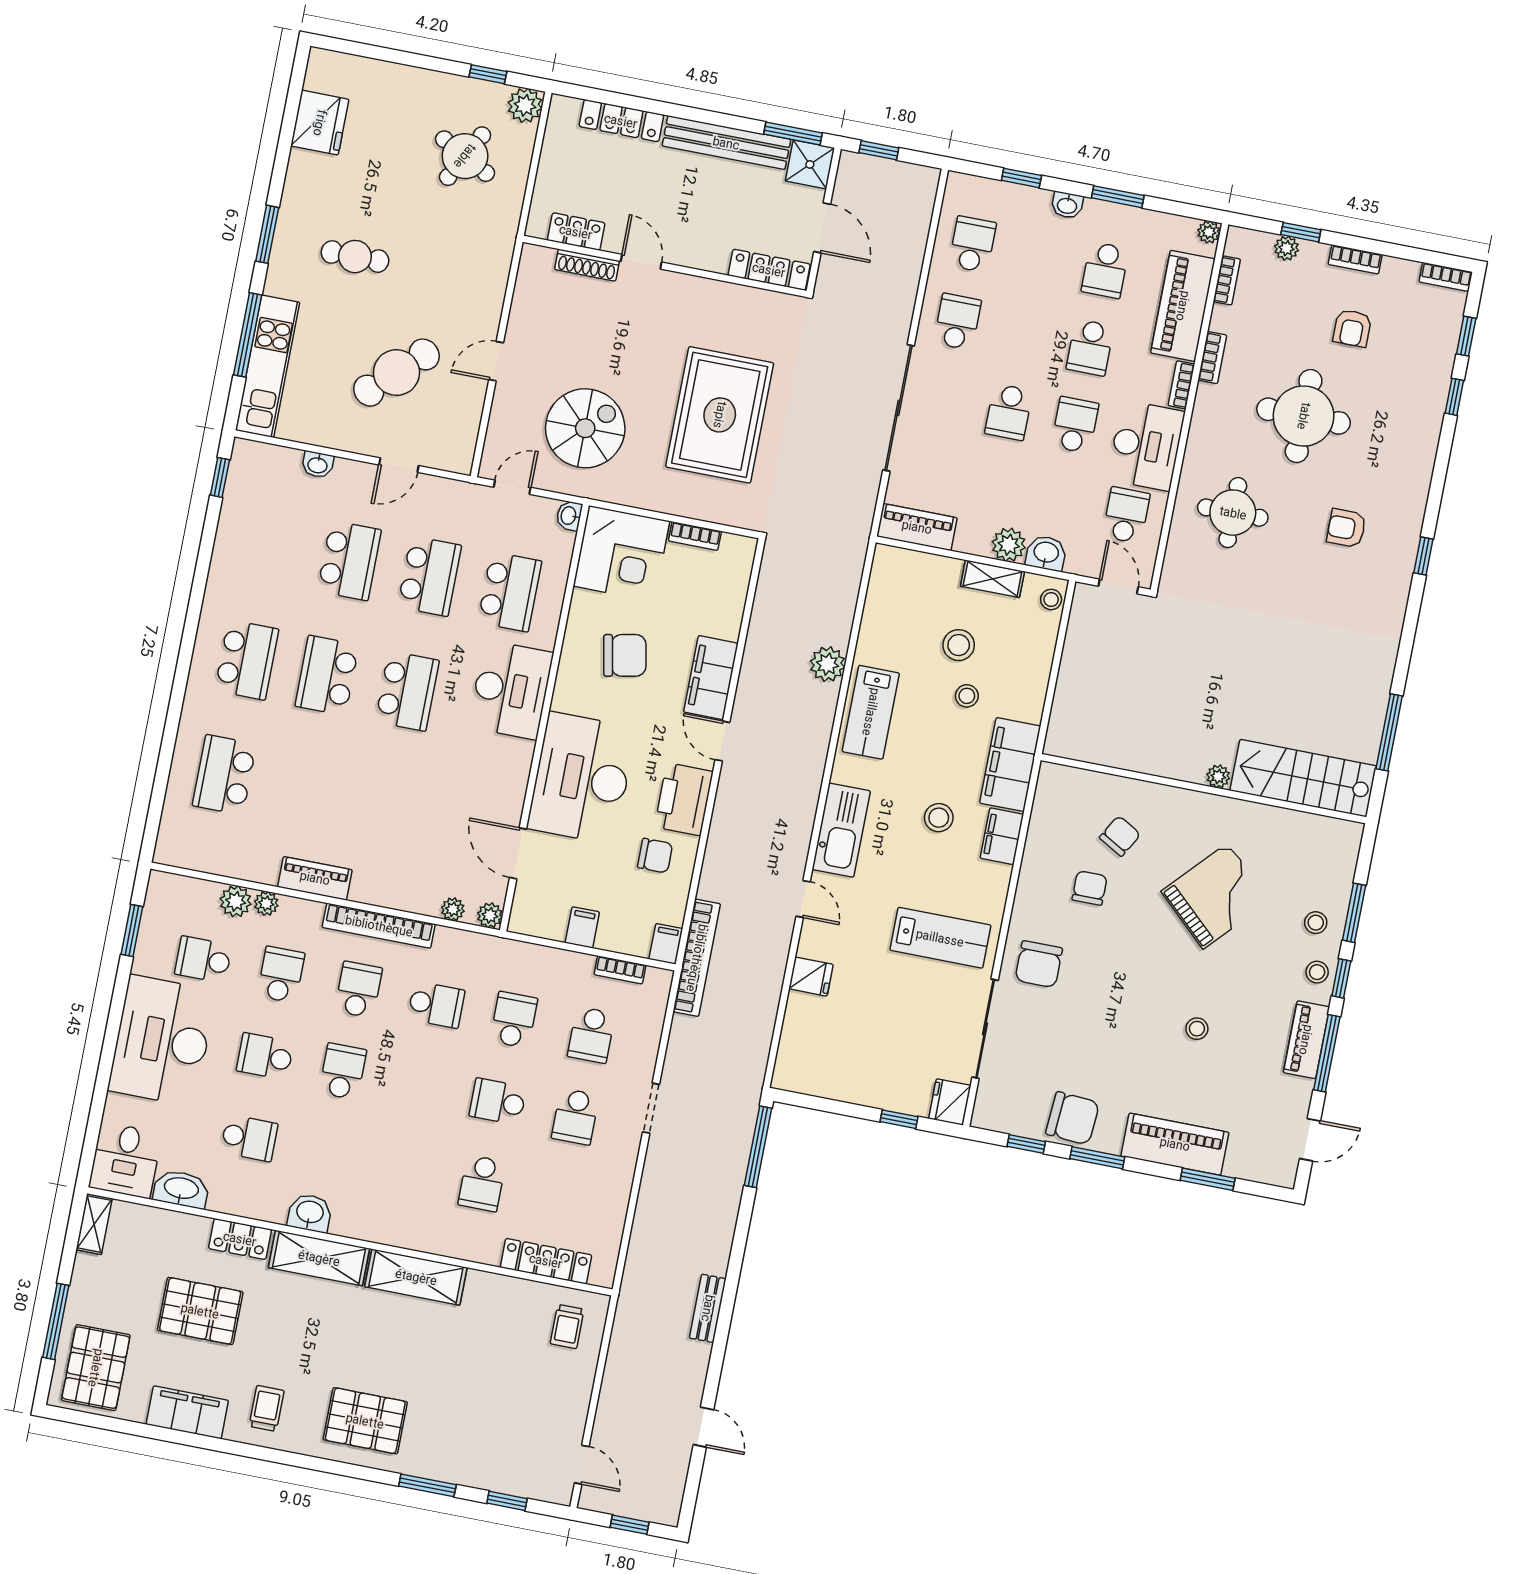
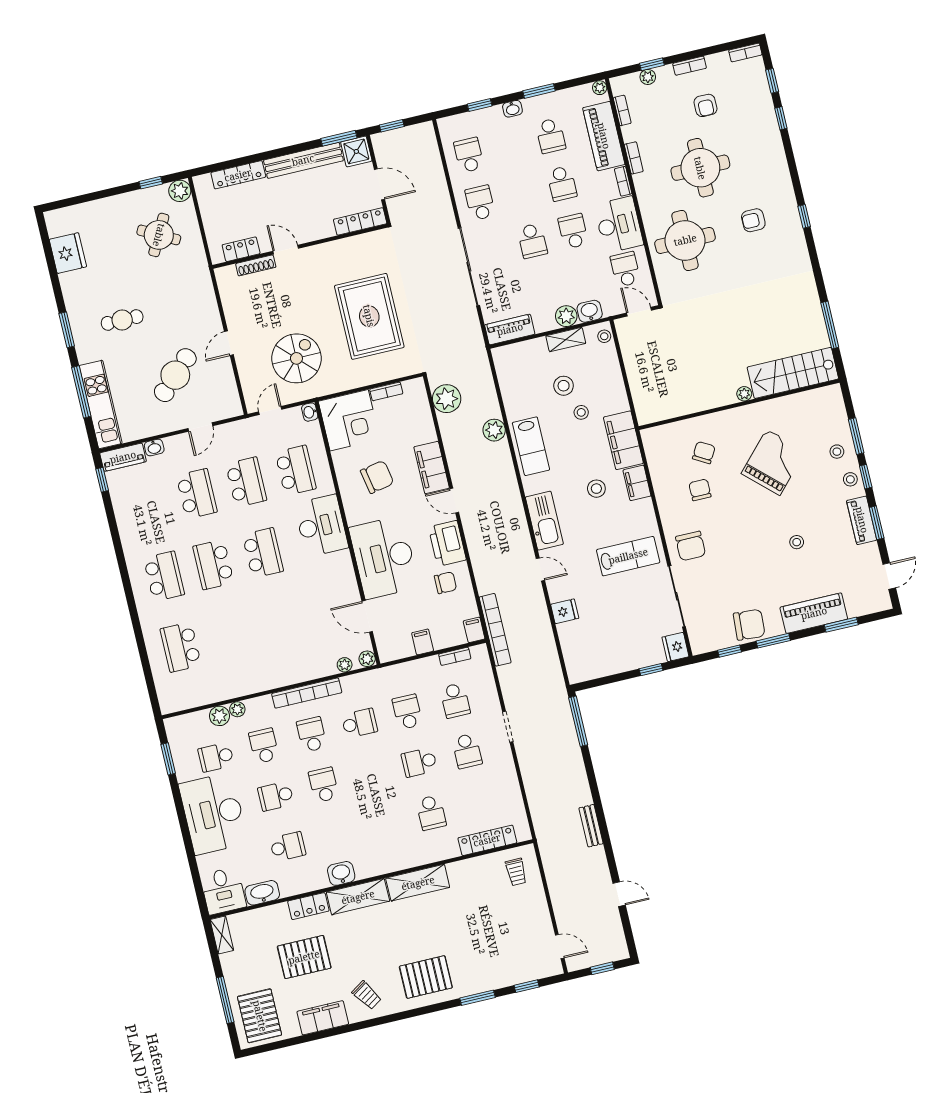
round table: (1233, 513) -> (685, 240), width x1.36, depth x1.36
plant: (779, 587) -> (447, 399), added
piano: (315, 878) -> (123, 457), moved, turned 180
window: (1327, 1053) -> (877, 523), width x0.69
trolley: (266, 1408) -> (367, 995), turned 147

